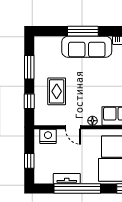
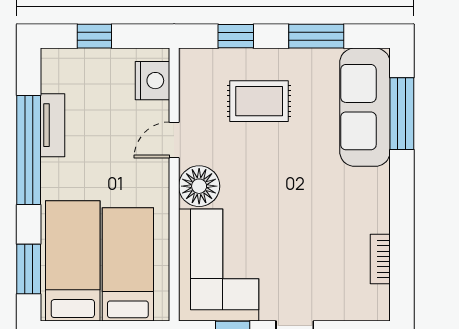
window: (83, 31) -> (402, 114), moved
sofa: (87, 47) -> (365, 107), moved
floor lamp: (92, 121) -> (199, 186), width x1.89, depth x1.89

